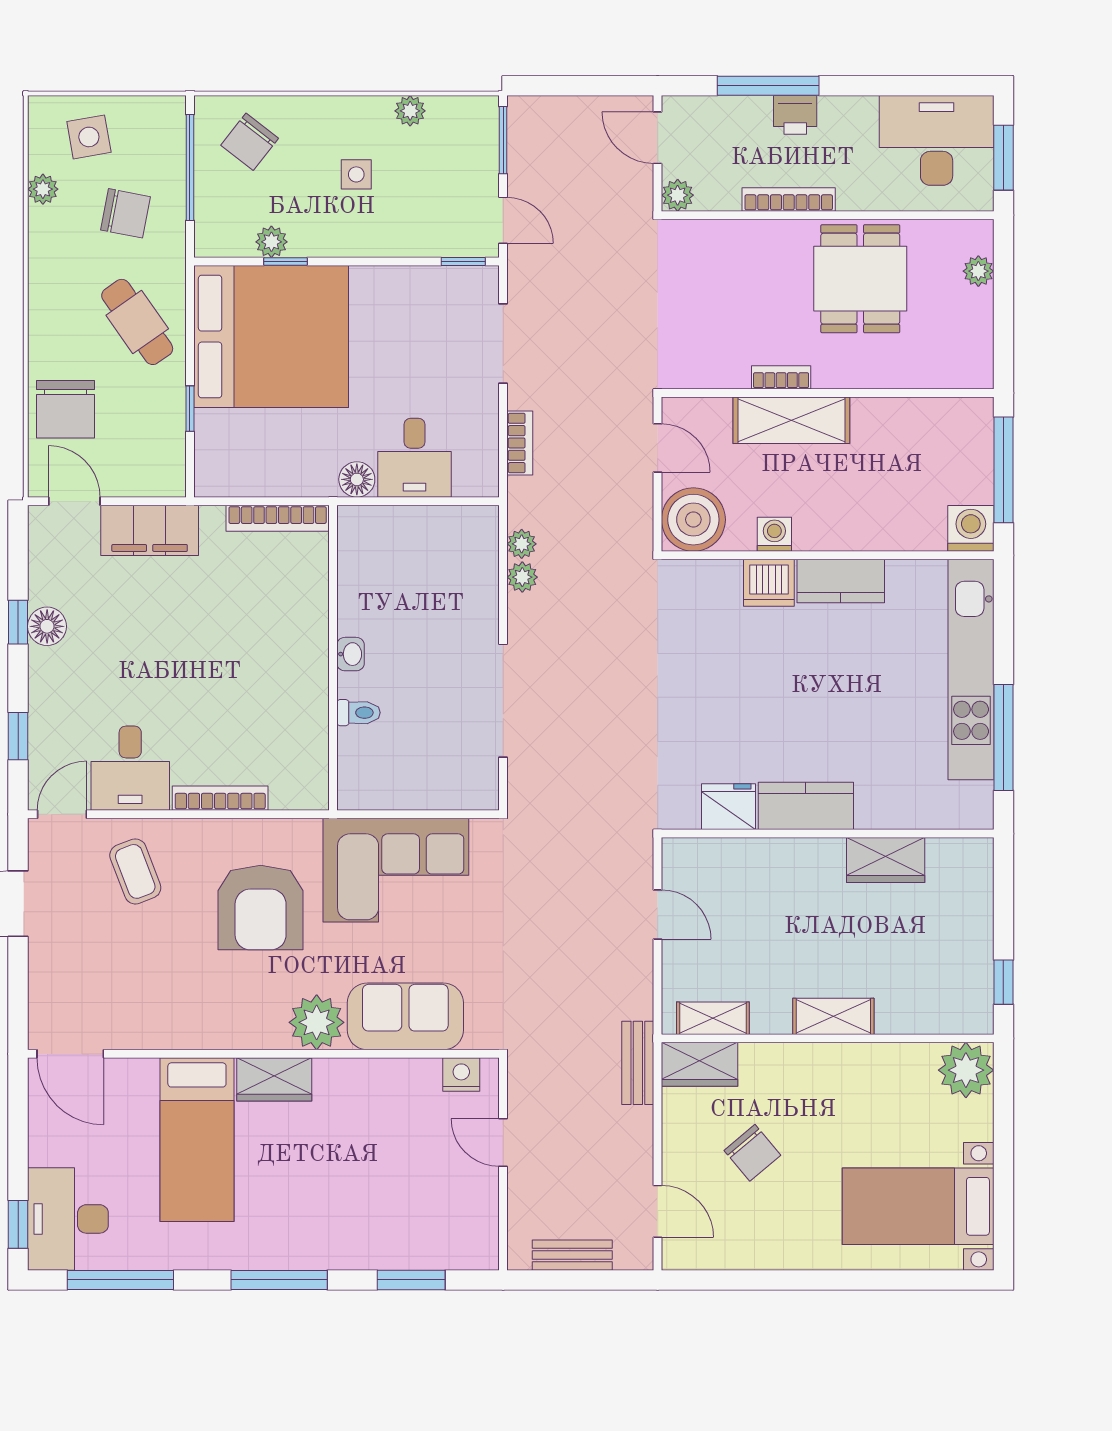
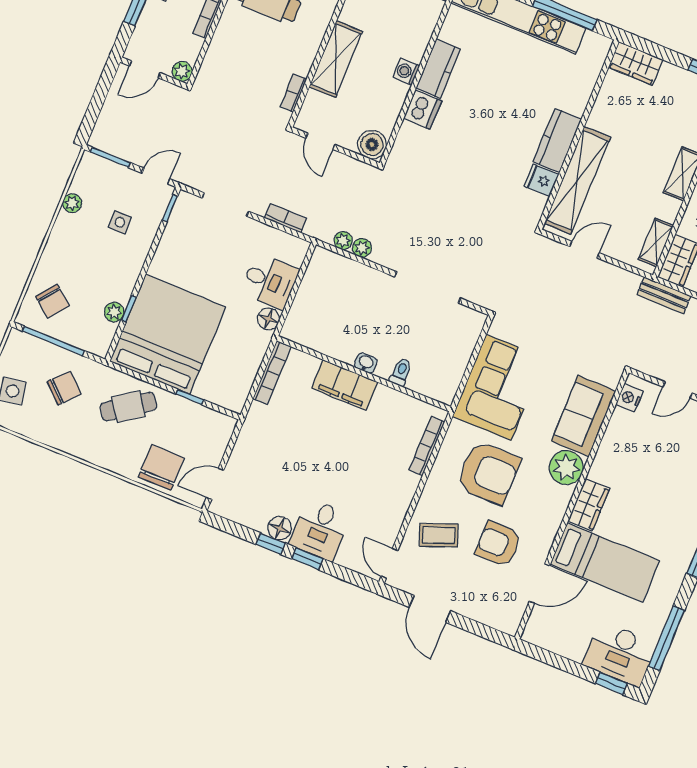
side table: (356, 174) -> (120, 222), moved
plant: (43, 189) -> (31, 429), removed
chair: (125, 213) -> (64, 388), turned 32
bookcase: (781, 377) -> (294, 93), moved
chair: (66, 409) -> (161, 467), turned -90
door: (658, 448) -> (320, 141), swing flipped
boiler: (693, 520) -> (372, 145), width x0.73, depth x0.73
filing cabinet: (150, 530) -> (345, 385), moved, turned 90
washing machine: (774, 534) -> (406, 72), moved
window: (18, 736) -> (307, 559), moved
desk: (130, 768) -> (320, 530), moved, turned 90
bookcase: (220, 798) -> (427, 446), moved
fridge: (728, 807) -> (542, 180), width x0.72
wardrobe: (886, 860) -> (636, 63), moved, turned 90
shelving: (758, 861) -> (577, 180), added
armchair: (159, 967) -> (498, 544), added
door: (70, 1054) -> (539, 584), moved

